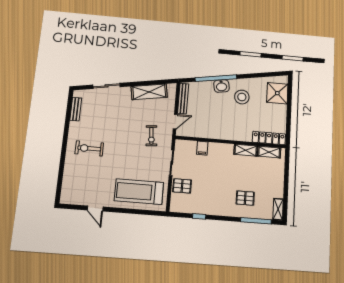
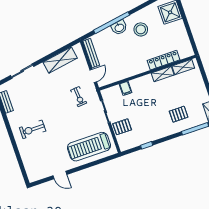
locker: (269, 138) -> (163, 60), moved

